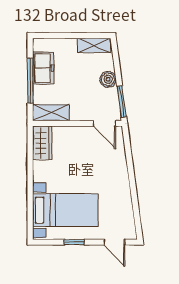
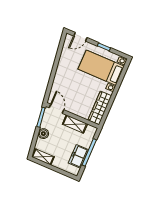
shelving: (51, 113) -> (75, 124), moved
wardrobe: (42, 143) -> (100, 108), width x1.50
door: (114, 242) -> (80, 37), swing flipped

